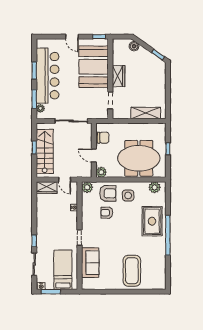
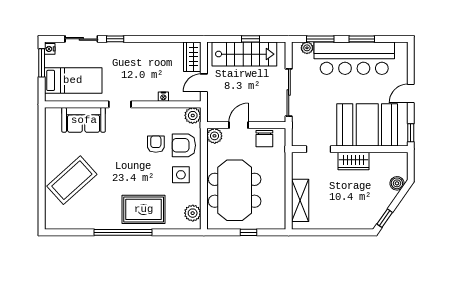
armchair: (108, 193) -> (184, 145), turned 90
coffee table: (132, 271) -> (72, 180), turned -42

